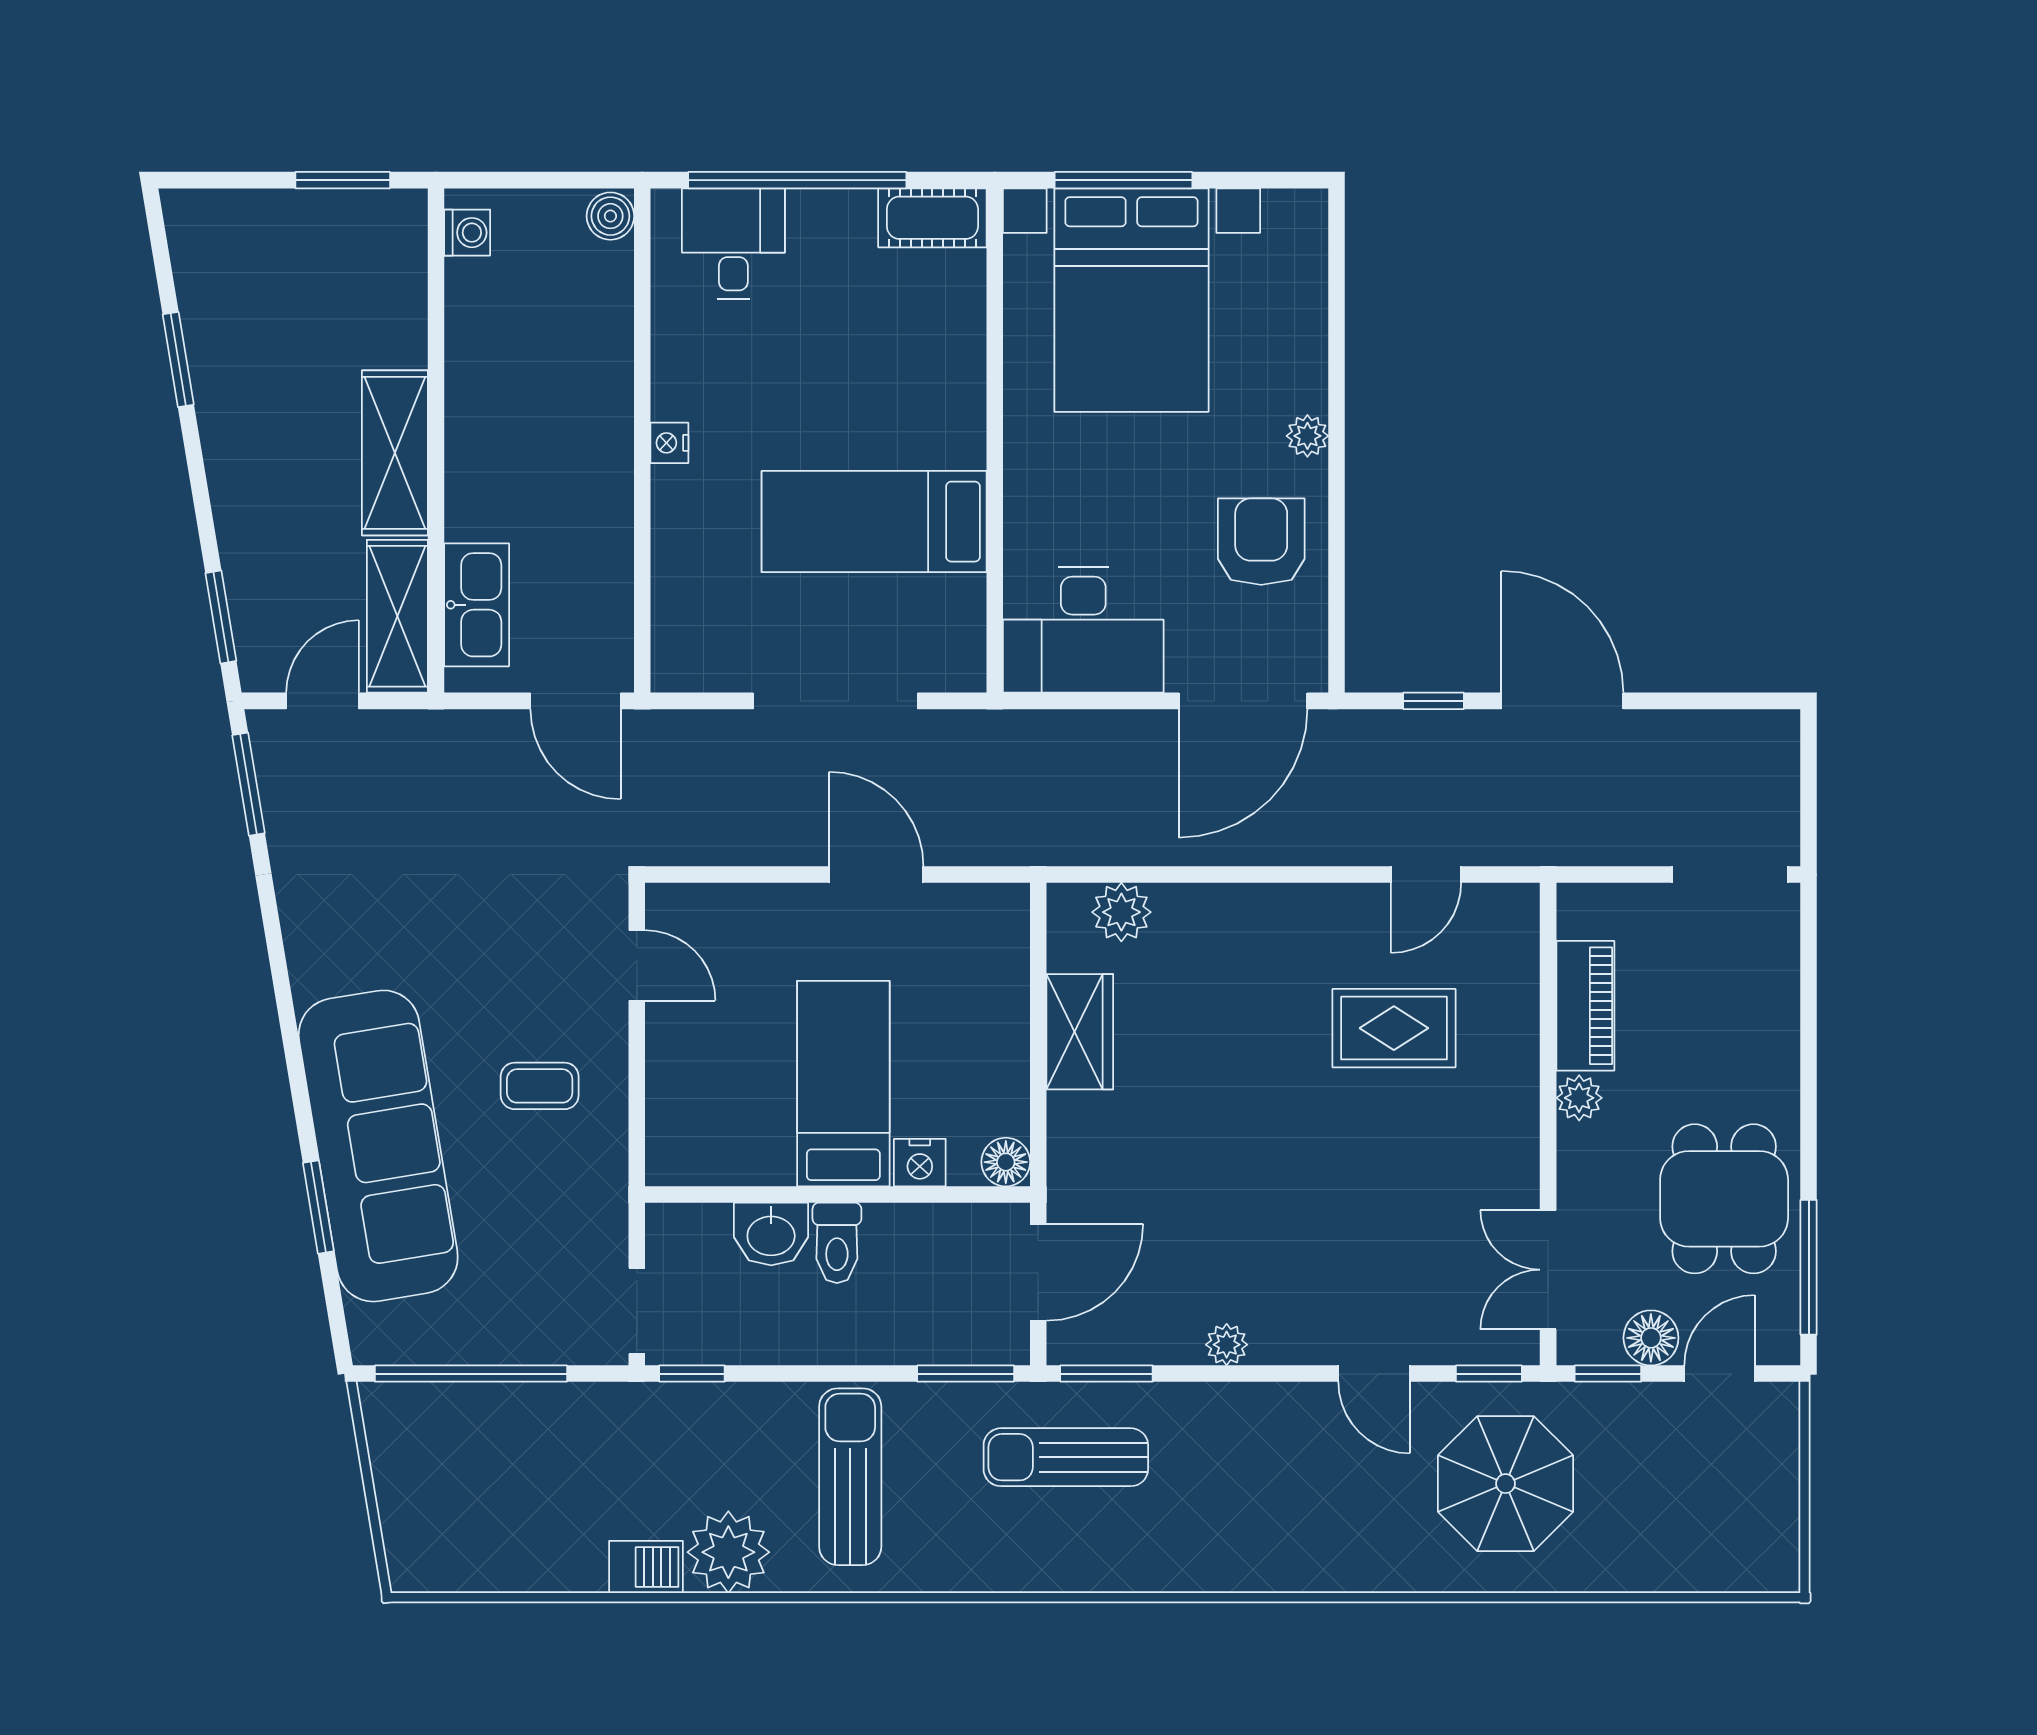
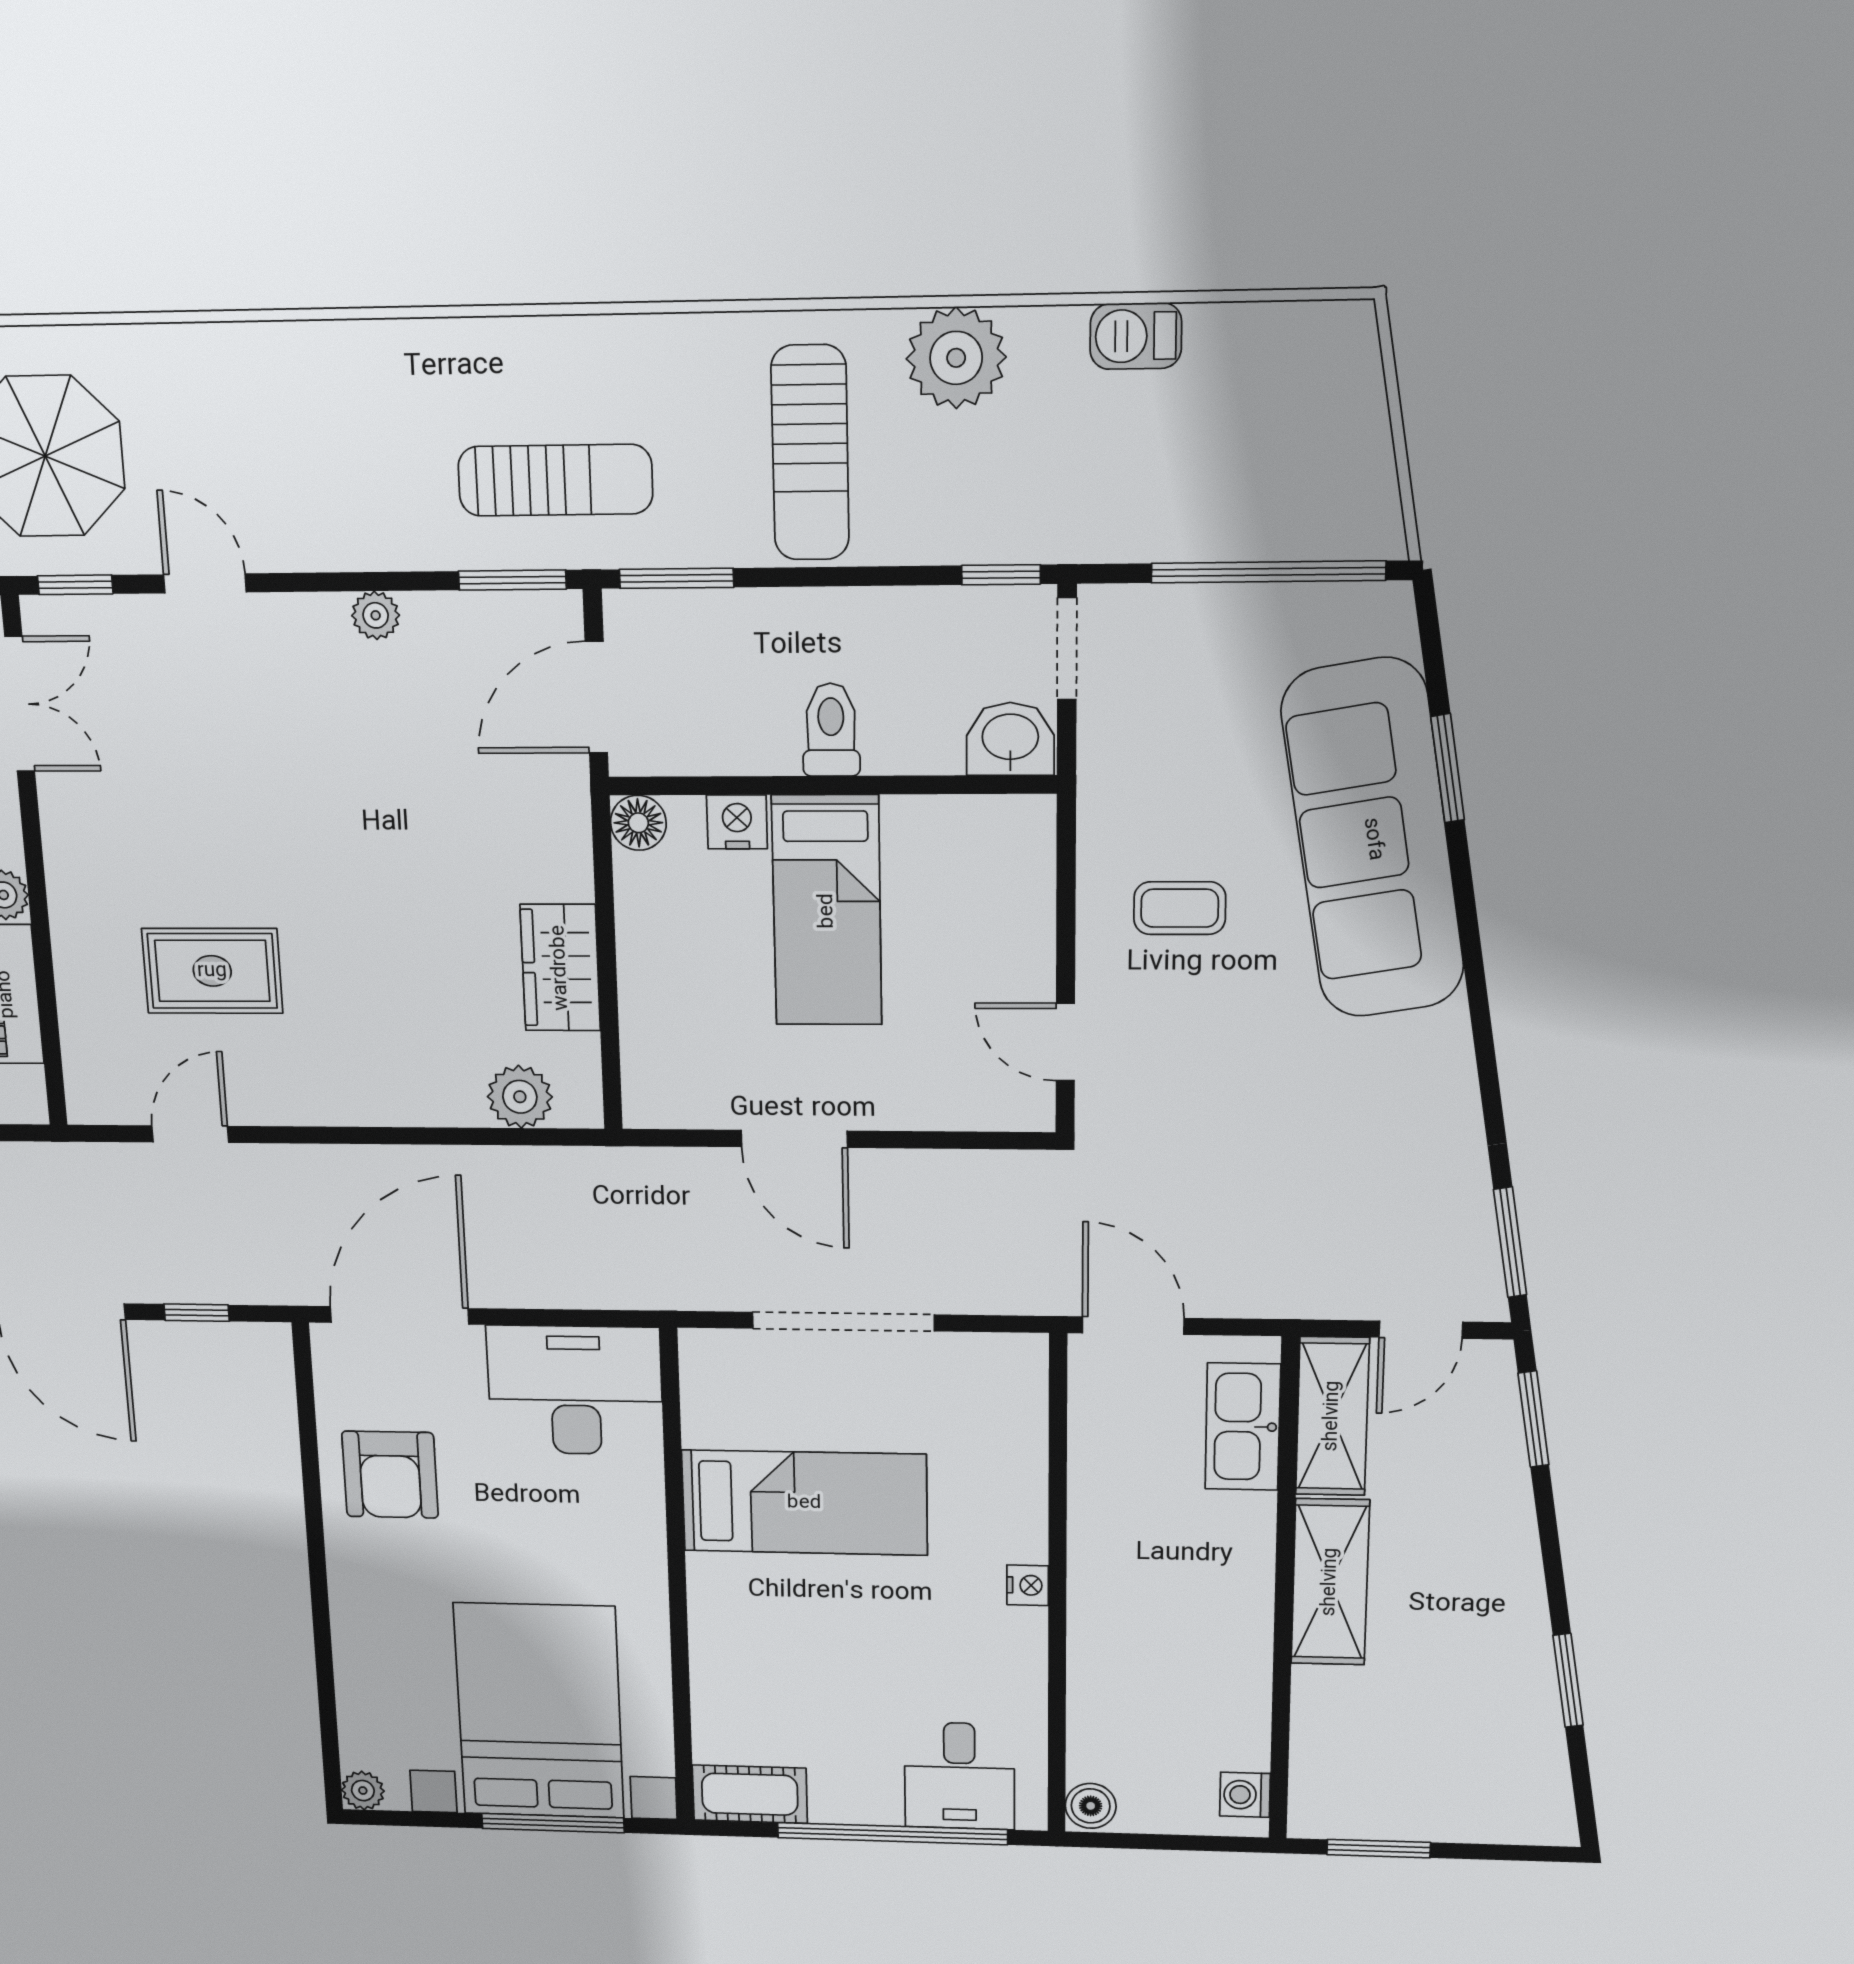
plant: (1307, 436) -> (363, 1791), moved
washbasin: (771, 1234) -> (1010, 739), moved
barbecue: (646, 1567) -> (1136, 336), moved

